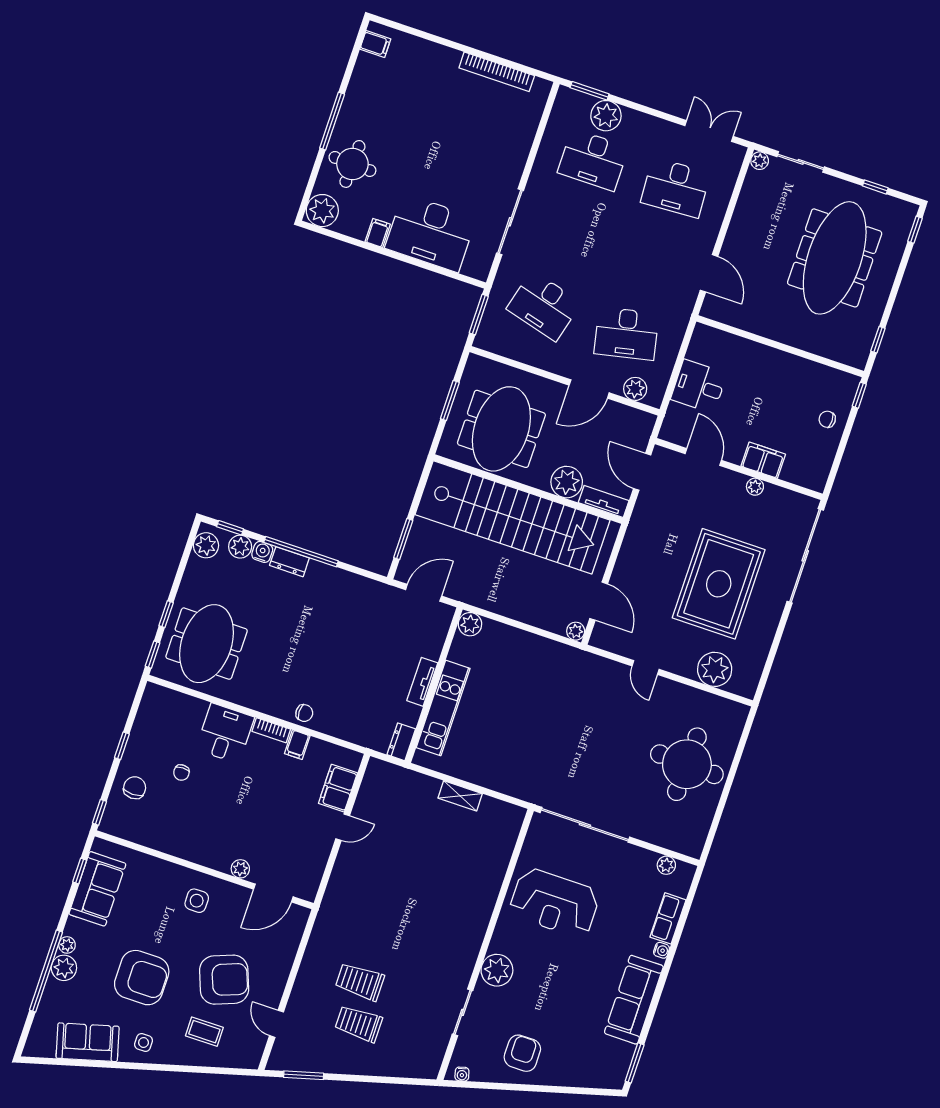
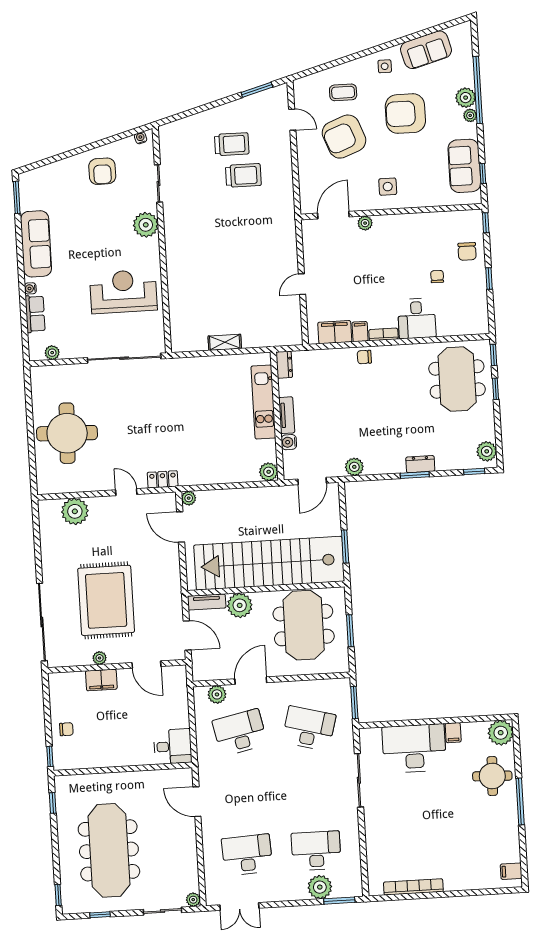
desk: (699, 386) -> (173, 746), moved
window: (403, 539) -> (345, 547), moved
plant: (240, 547) -> (354, 467), moved
water cooler: (262, 552) -> (289, 442), moved, turned 90
window: (301, 552) -> (415, 475), width x0.47
rug: (719, 584) -> (106, 600), moved
locker: (597, 665) -> (163, 479), added
filing cabinet: (338, 788) -> (335, 332), moved, turned -90

